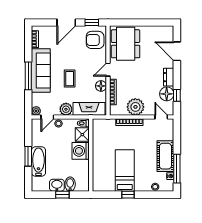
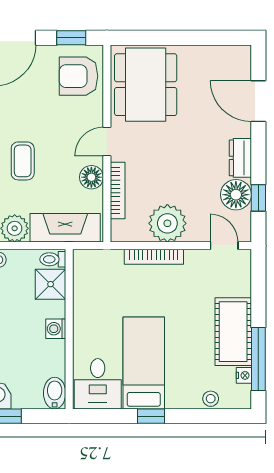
washing machine: (81, 151) -> (56, 329), width x0.53, depth x0.53
desk: (104, 180) -> (98, 384), added
bidet: (70, 184) -> (55, 393), moved

